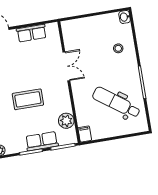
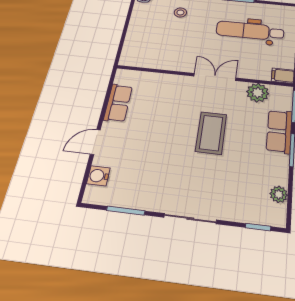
double door: (66, 66) -> (215, 77), moved
dental chair: (116, 103) -> (250, 31), turned 54

